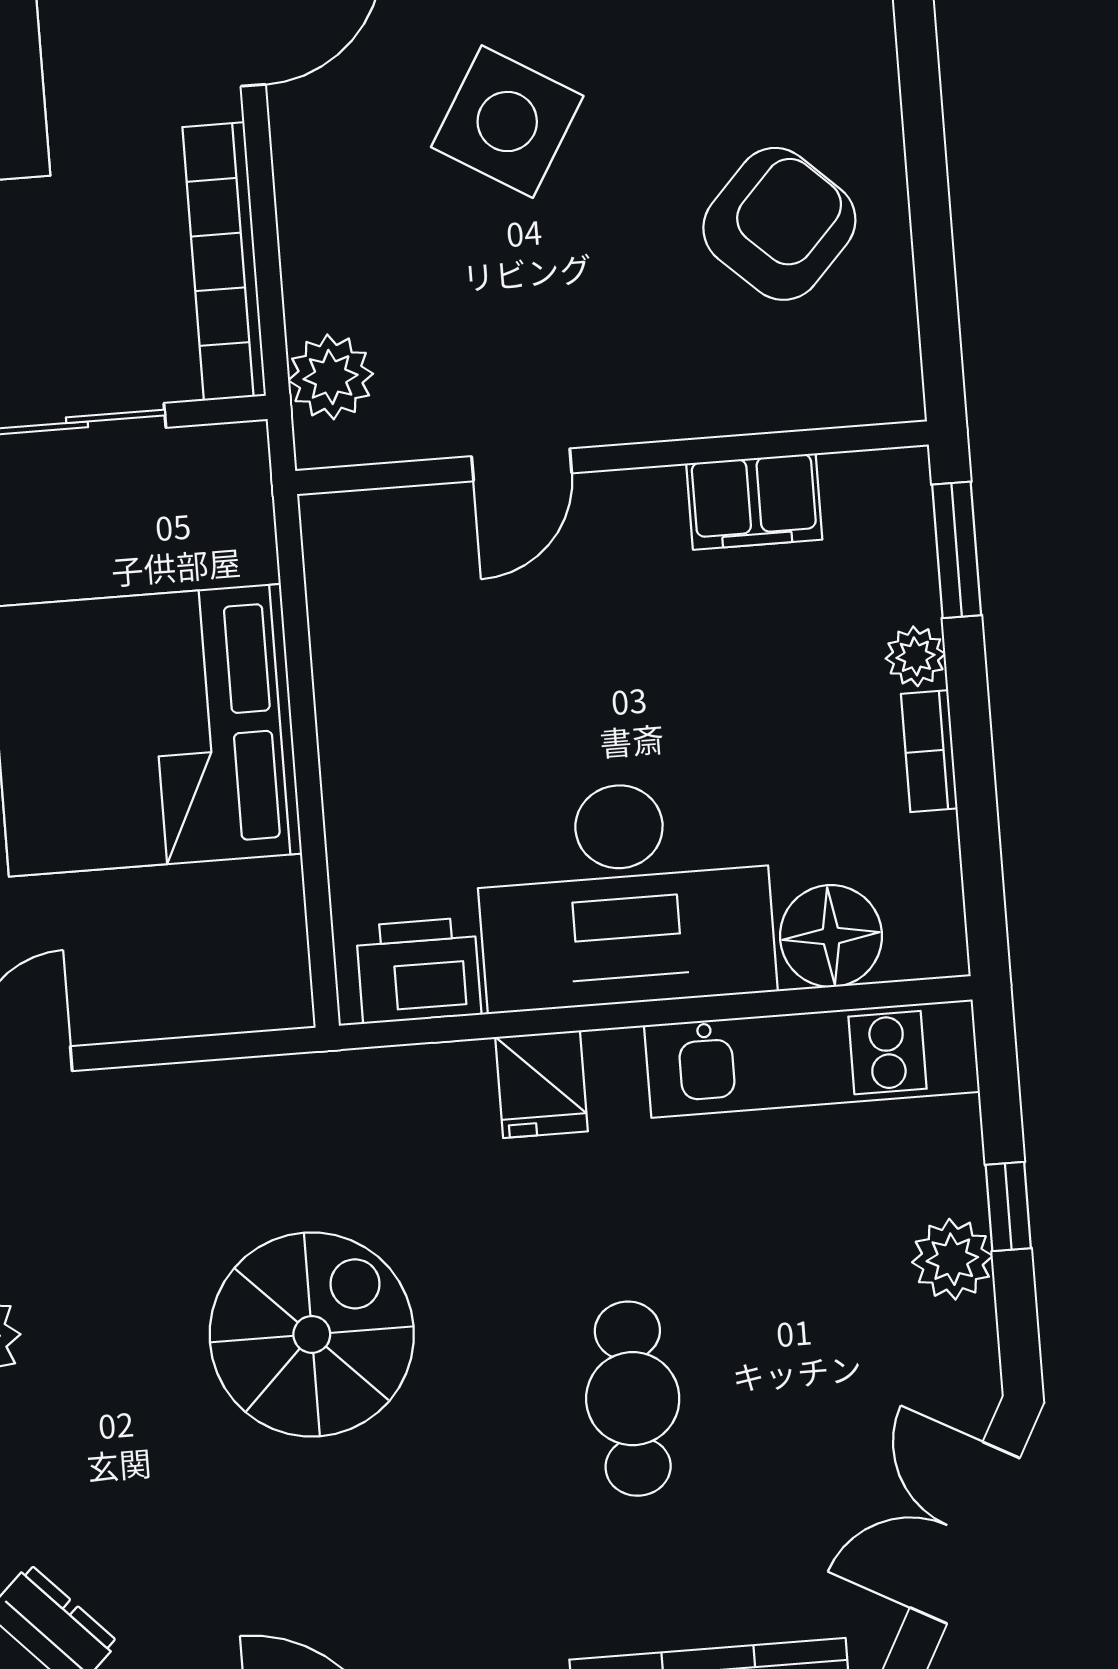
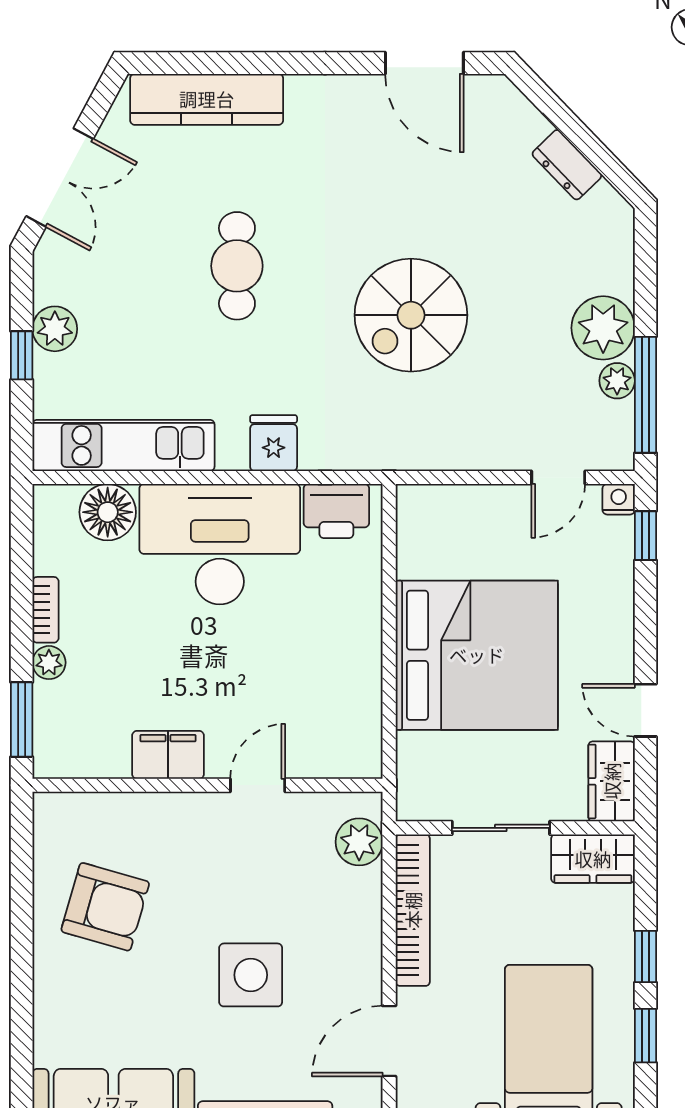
side table: (507, 122) -> (251, 975), turned -31
armchair: (779, 224) -> (105, 907), turned -117
filing cabinet: (754, 502) -> (168, 755), moved

